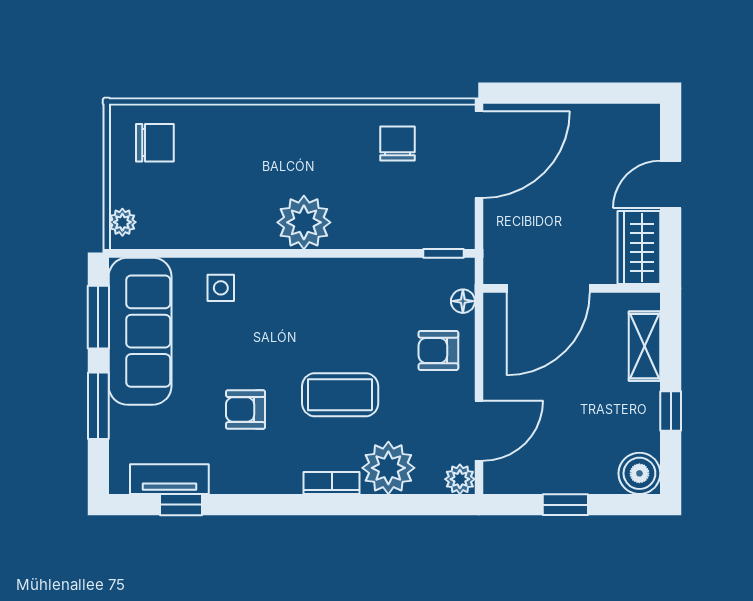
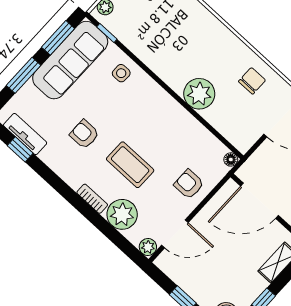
plant: (304, 222) -> (199, 94), moved
window: (444, 253) -> (107, 33), moved
floor lamp: (463, 301) -> (231, 159), moved

